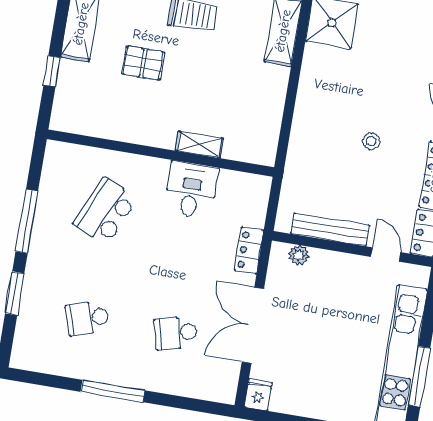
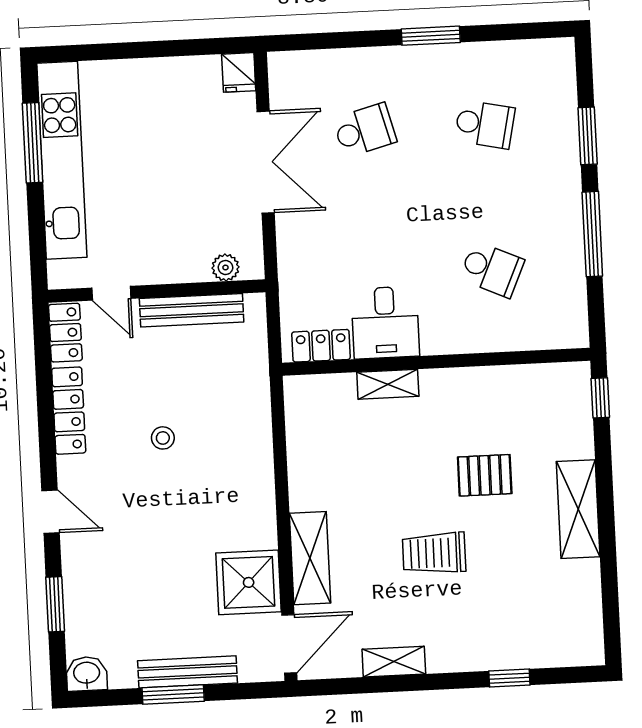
window: (52, 71) -> (600, 398), moved
school desk: (105, 212) -> (492, 269), width x0.54
locker: (249, 250) -> (321, 346), moved, turned -90
school desk: (88, 318) -> (485, 124), turned 30
window: (113, 391) -> (431, 36), width x0.69

